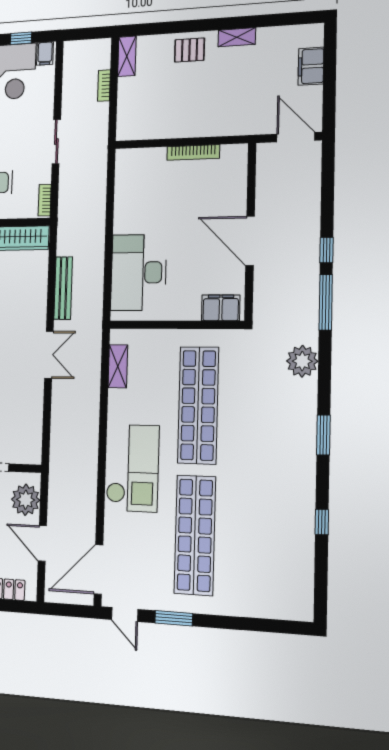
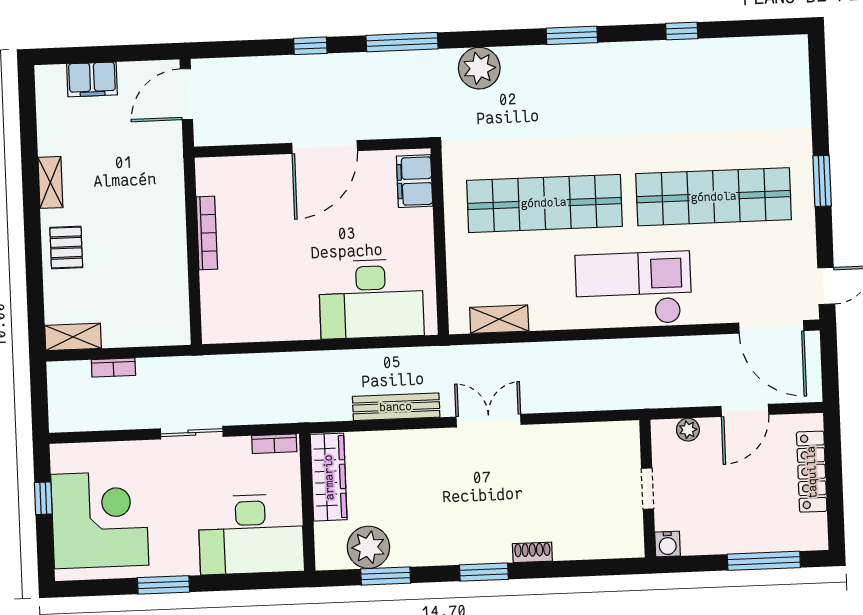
filing cabinet: (45, 54) -> (66, 460), removed
window: (327, 250) -> (310, 46), moved
plant: (26, 500) -> (688, 430), width x0.53, depth x0.53
window: (174, 618) -> (822, 181), moved

